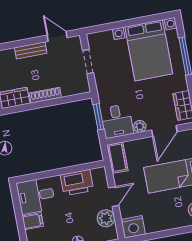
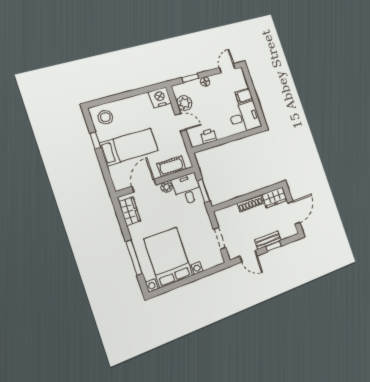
window: (25, 42) -> (273, 246), added
cot: (117, 158) -> (171, 166), moved, turned 90
printer: (77, 183) -> (209, 136), width x0.53, depth x0.68
door: (114, 197) -> (181, 122), swing flipped

